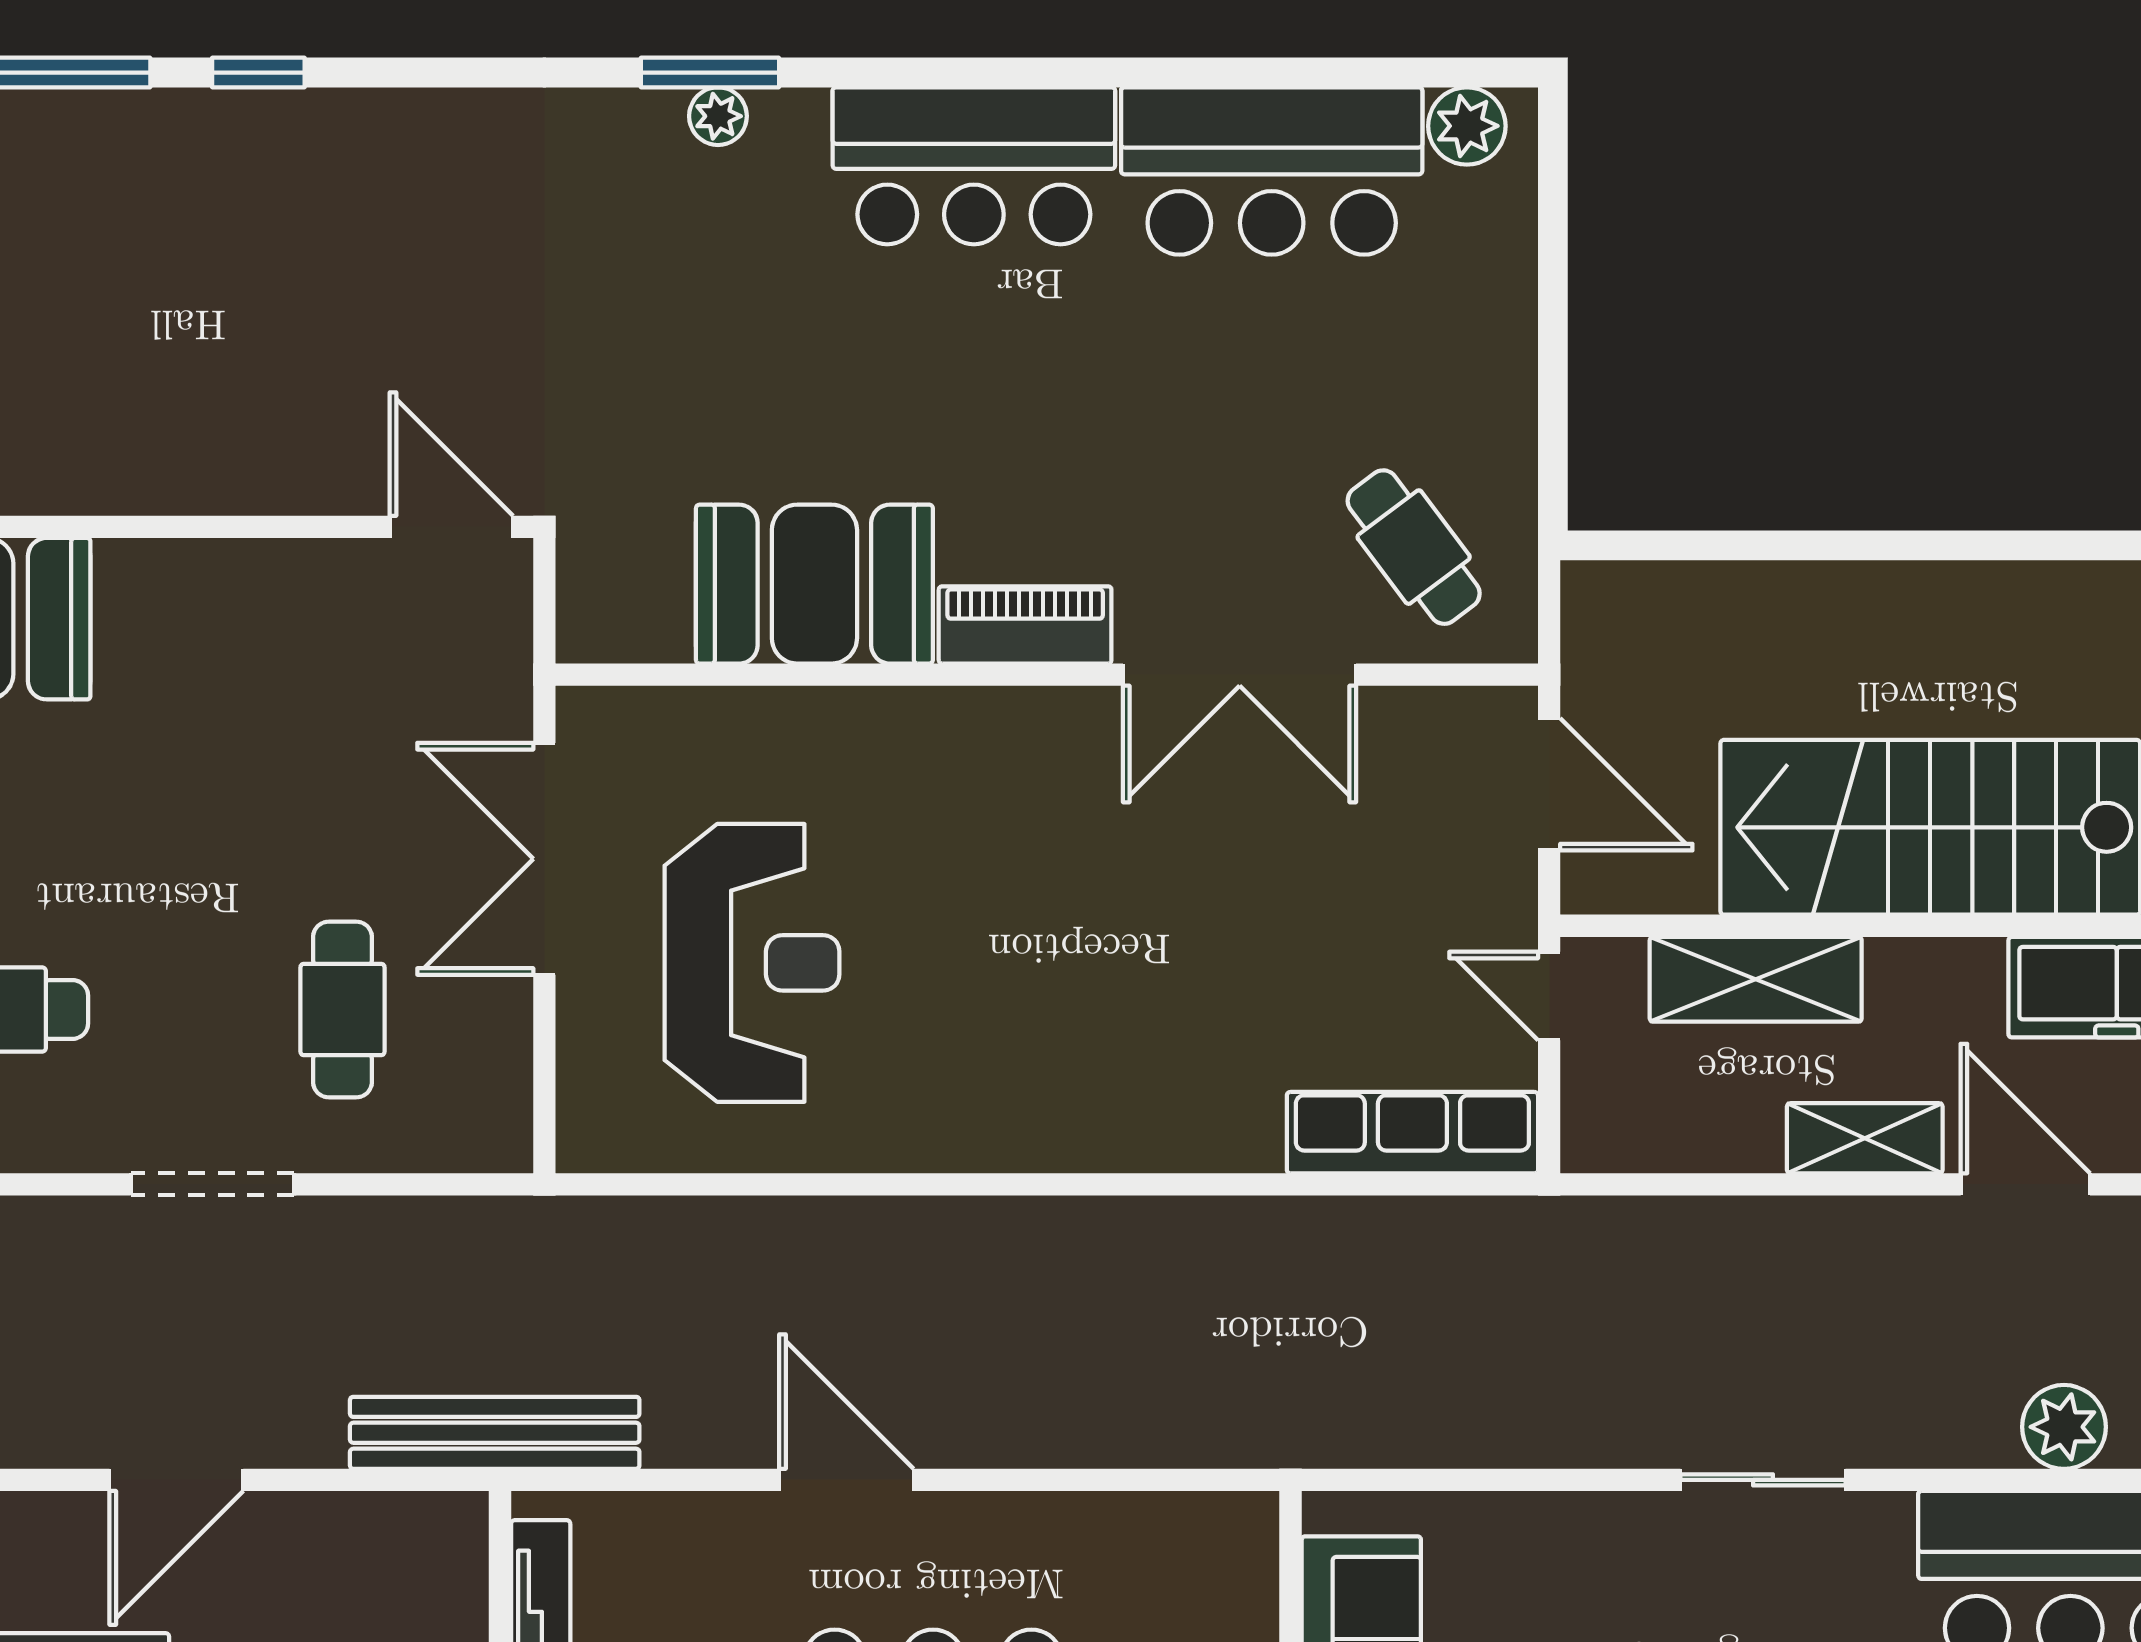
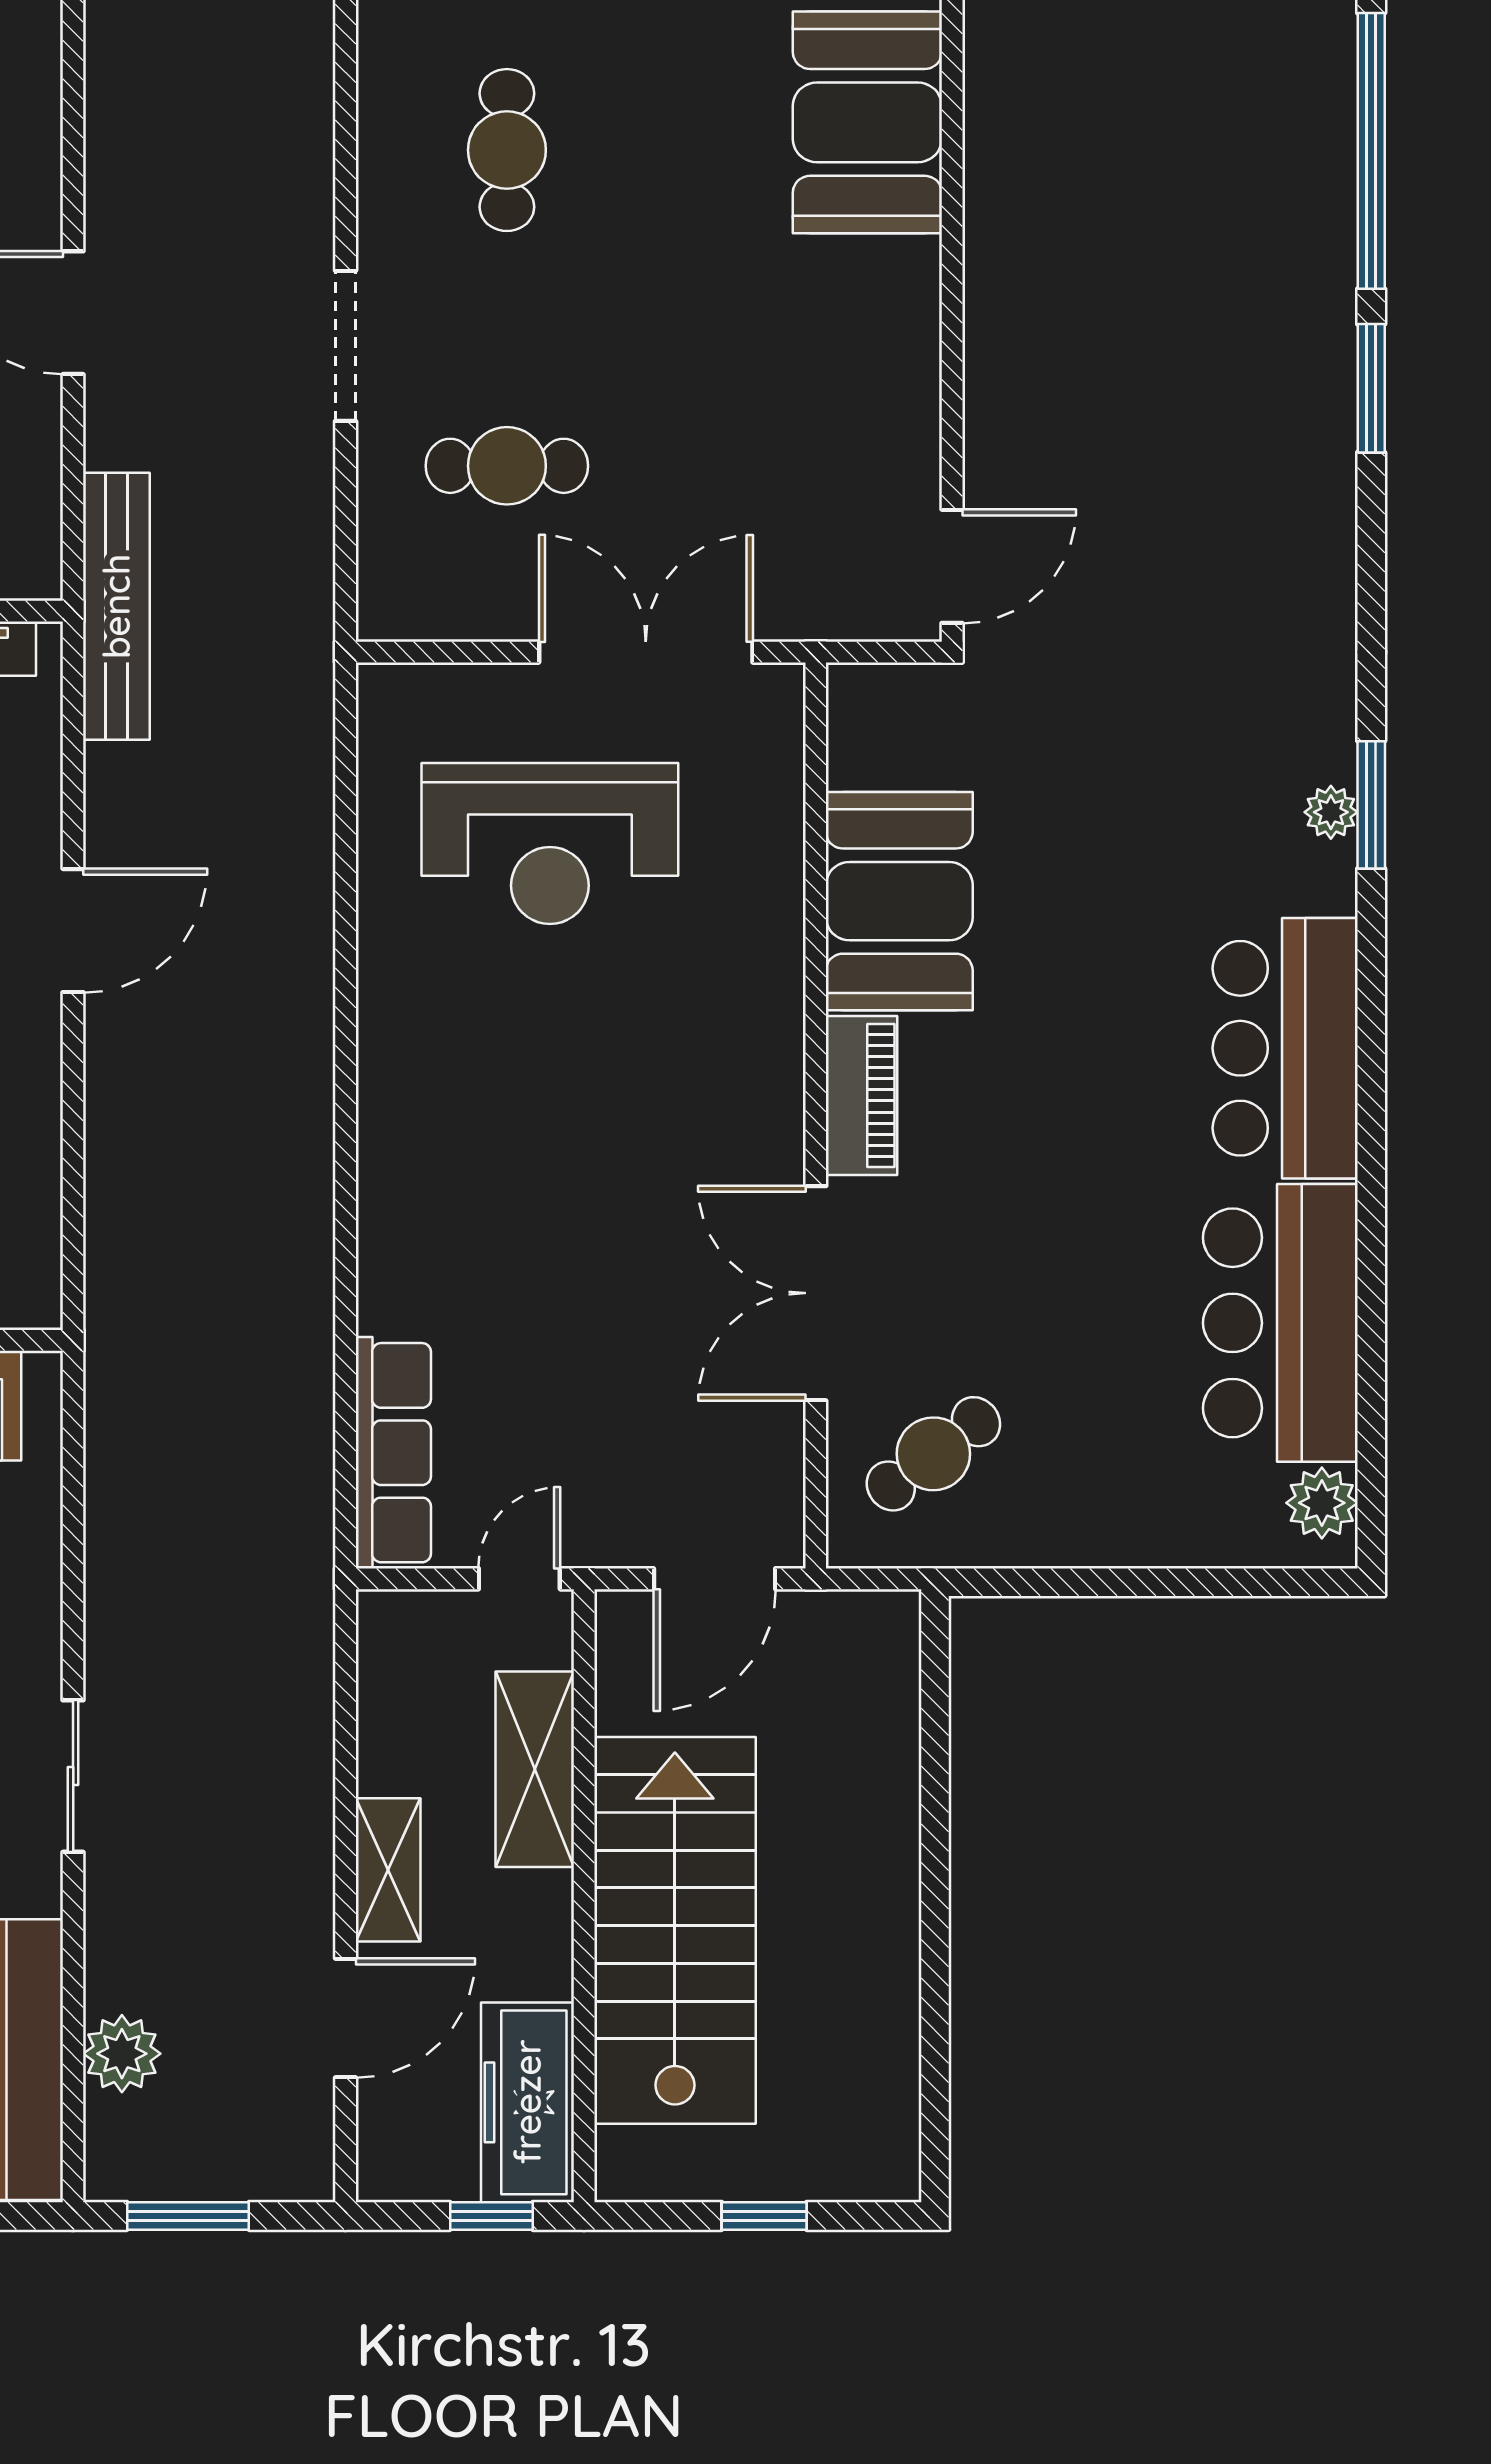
window: (258, 73) -> (1371, 388), width x1.50

